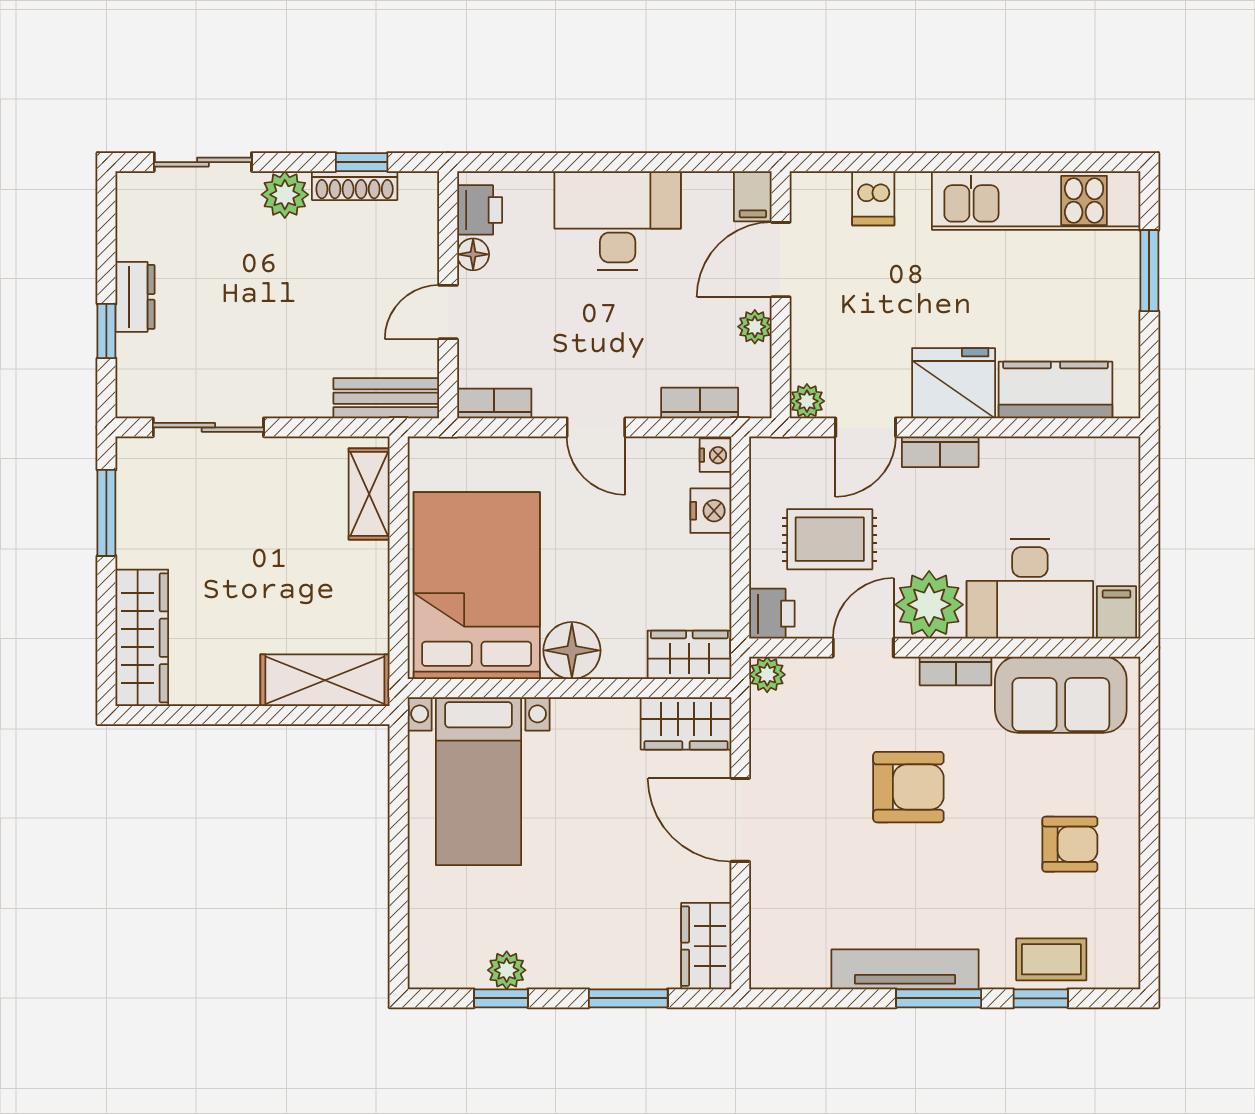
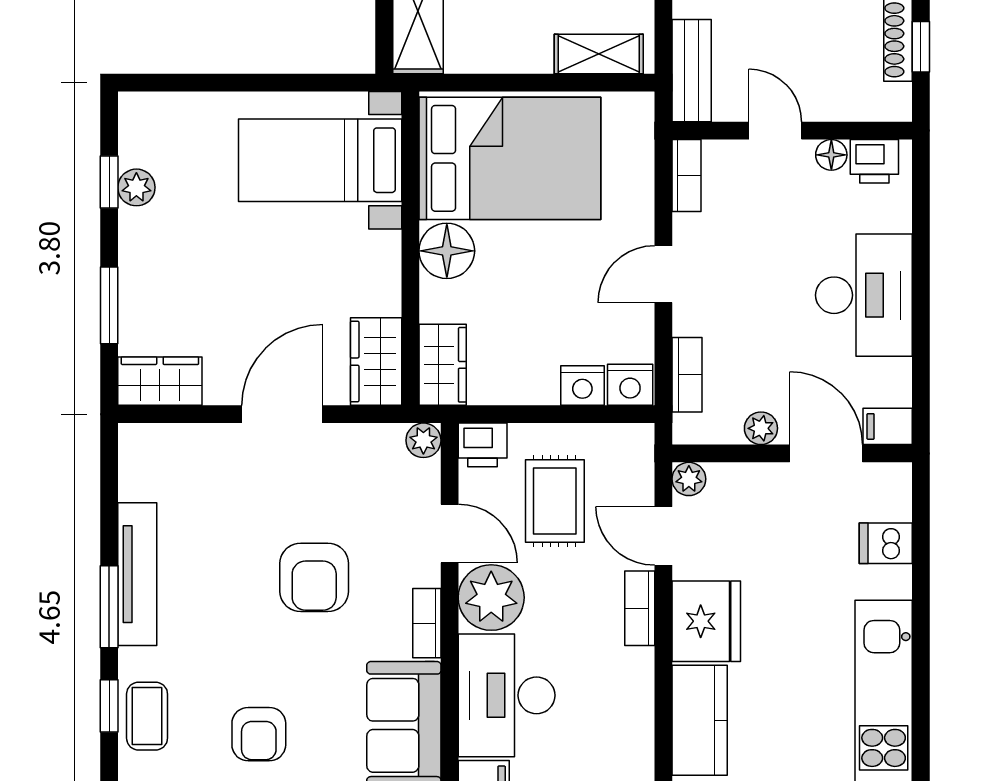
nightstand: (715, 455) -> (630, 385), width x1.39, depth x1.35

